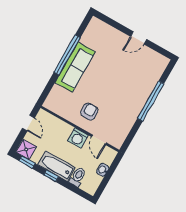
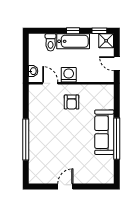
washbasin: (103, 170) -> (33, 71), moved

